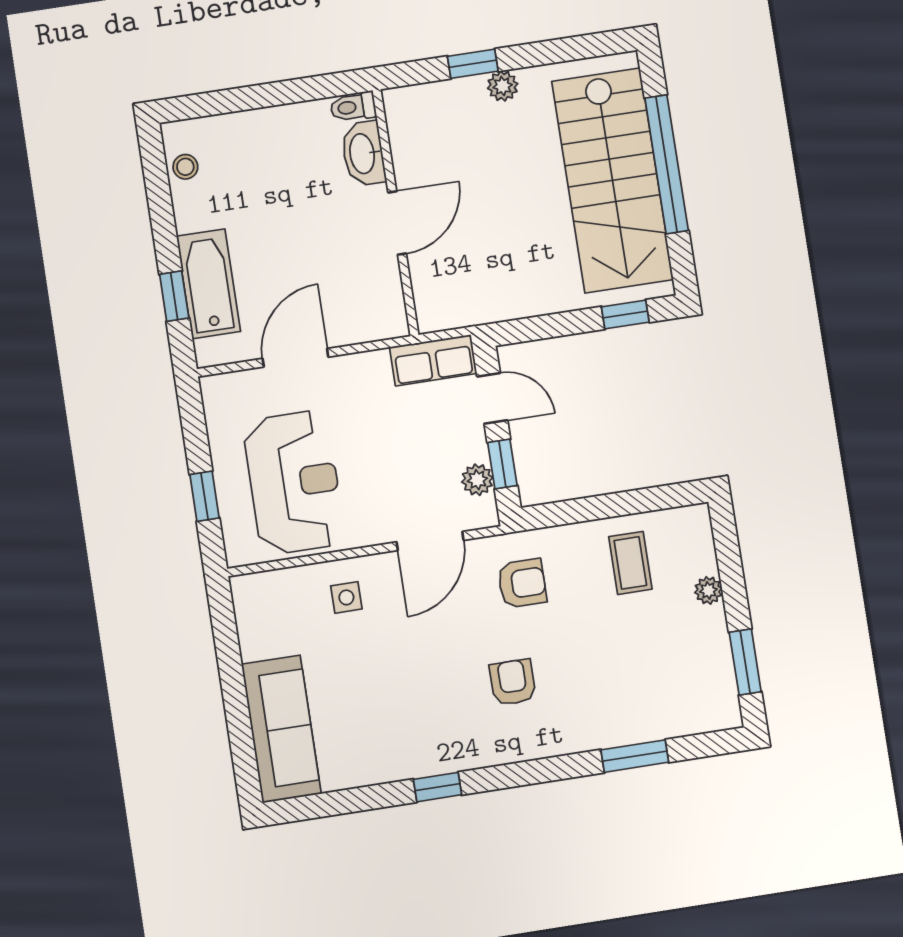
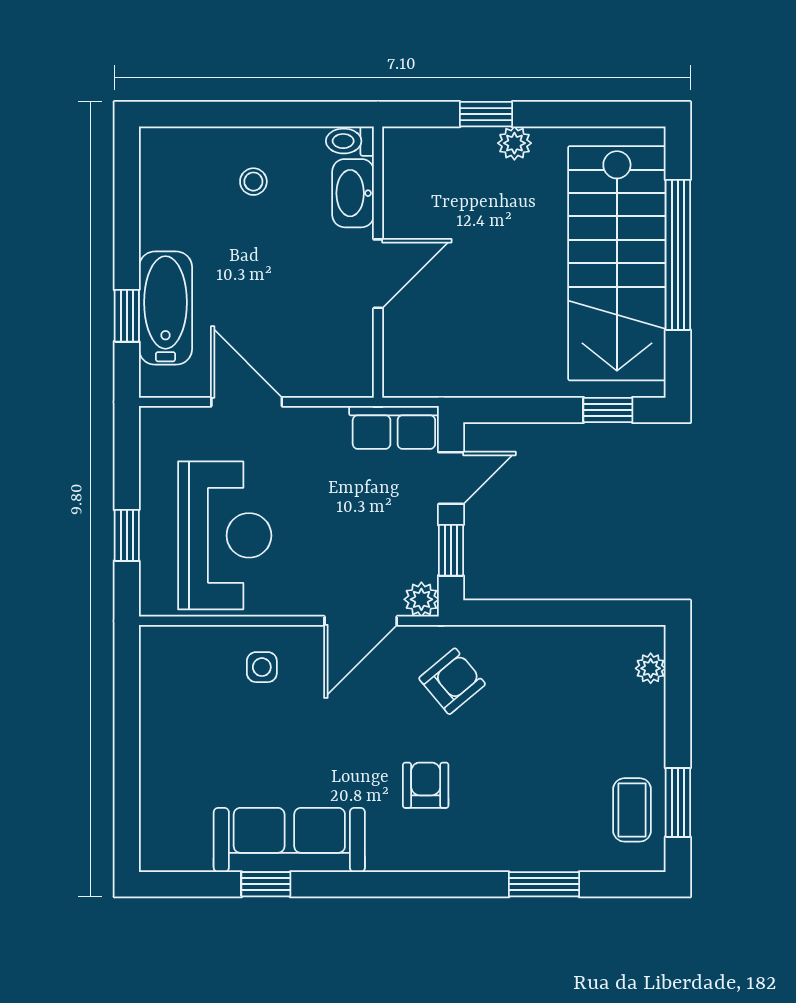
stool: (185, 167) -> (253, 182), moved
door: (295, 358) -> (247, 402), hinge flipped
door: (492, 398) -> (451, 478), hinge flipped
plant: (477, 480) -> (421, 599), moved
coffee table: (630, 563) -> (632, 810), moved
armchair: (522, 583) -> (452, 681), turned -40
plant: (708, 590) -> (651, 668), moved
sofa: (281, 729) -> (289, 840), moved, turned -90
window: (437, 787) -> (266, 884), moved

